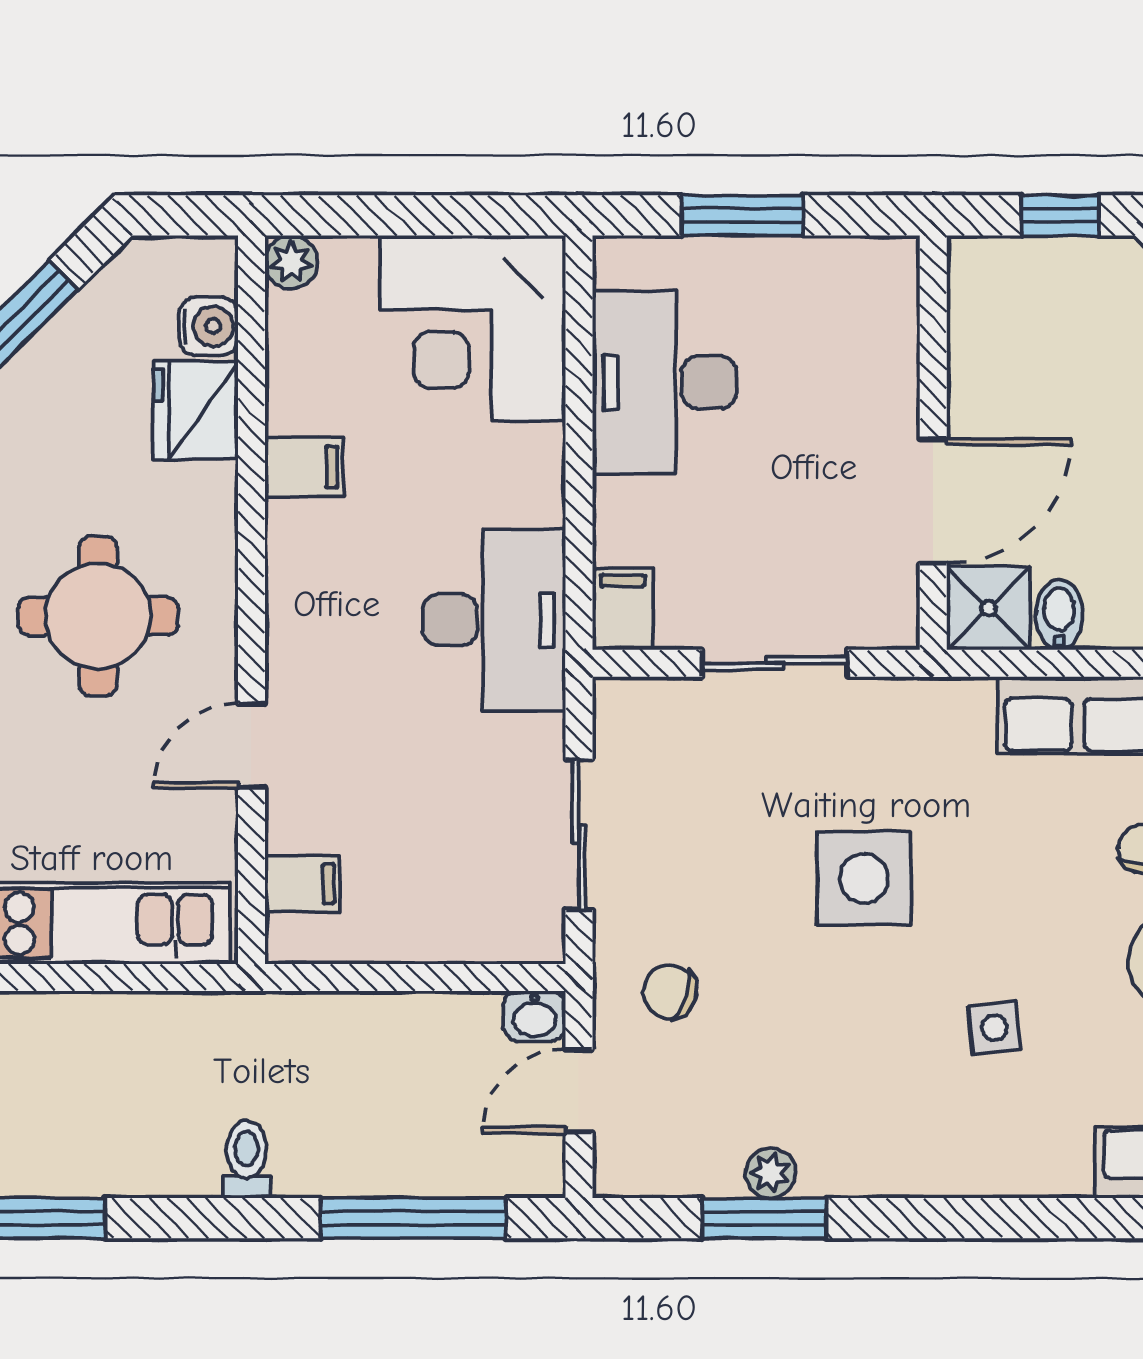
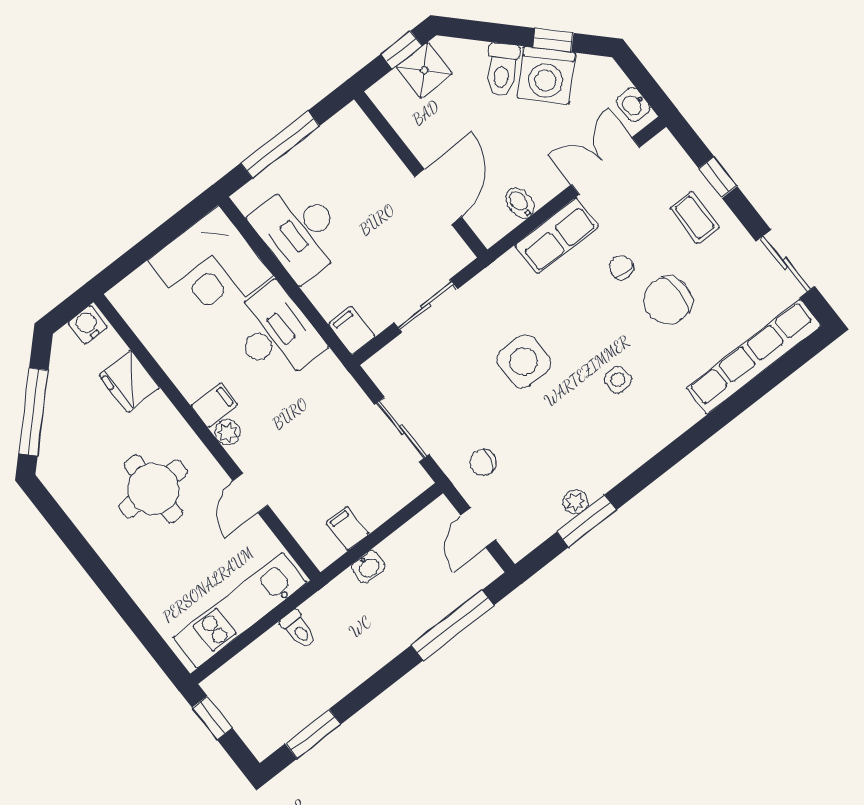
window: (742, 215) -> (280, 144), width x1.44
plant: (291, 262) -> (228, 432), moved
water cooler: (209, 326) -> (88, 325), moved, turned -90
filing cabinet: (304, 467) -> (214, 405), moved
shower: (988, 608) -> (424, 70), moved
desk: (494, 620) -> (275, 334), moved
filing cabinet: (302, 884) -> (347, 528), moved, turned -90
washbasin: (534, 1016) -> (368, 567), moved
toilet: (247, 1159) -> (298, 630), moved, turned 180

